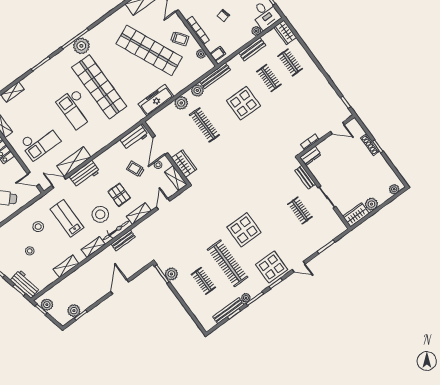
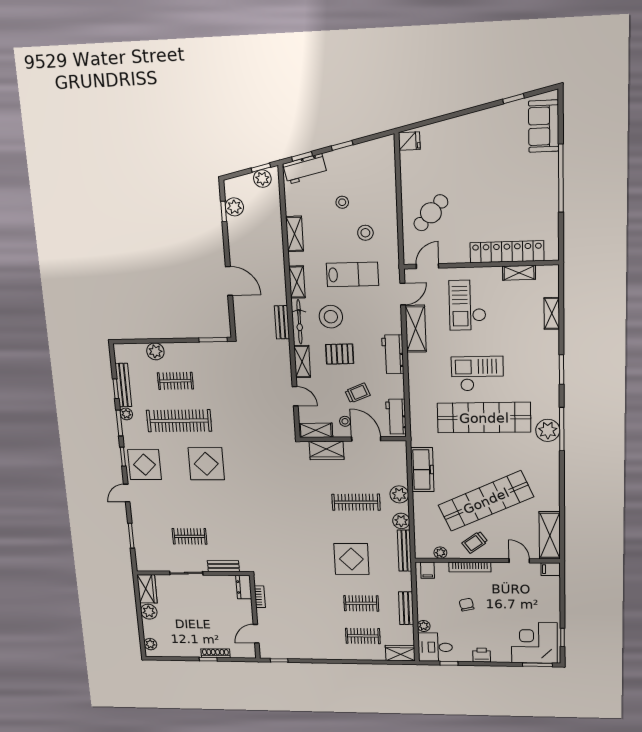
workbench: (85, 174) -> (393, 354), moved
plant: (171, 274) -> (155, 351), moved

